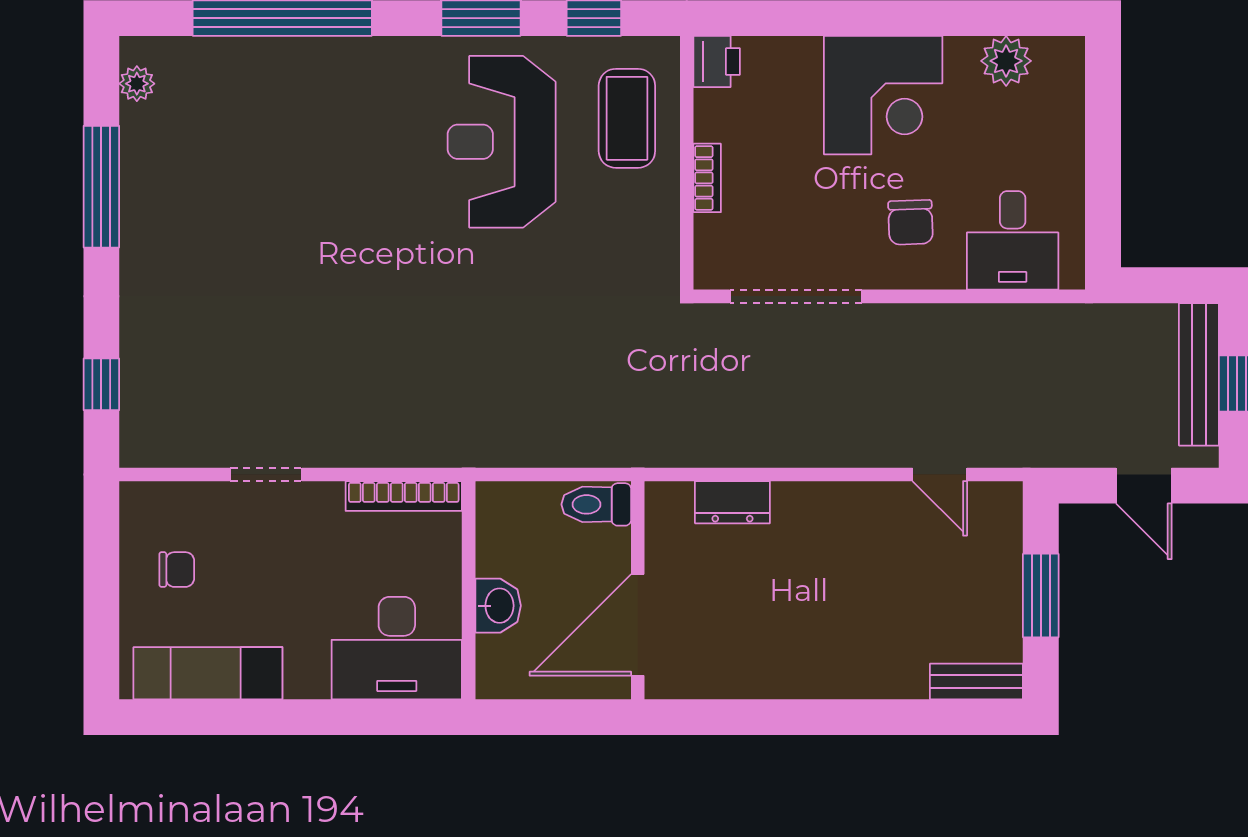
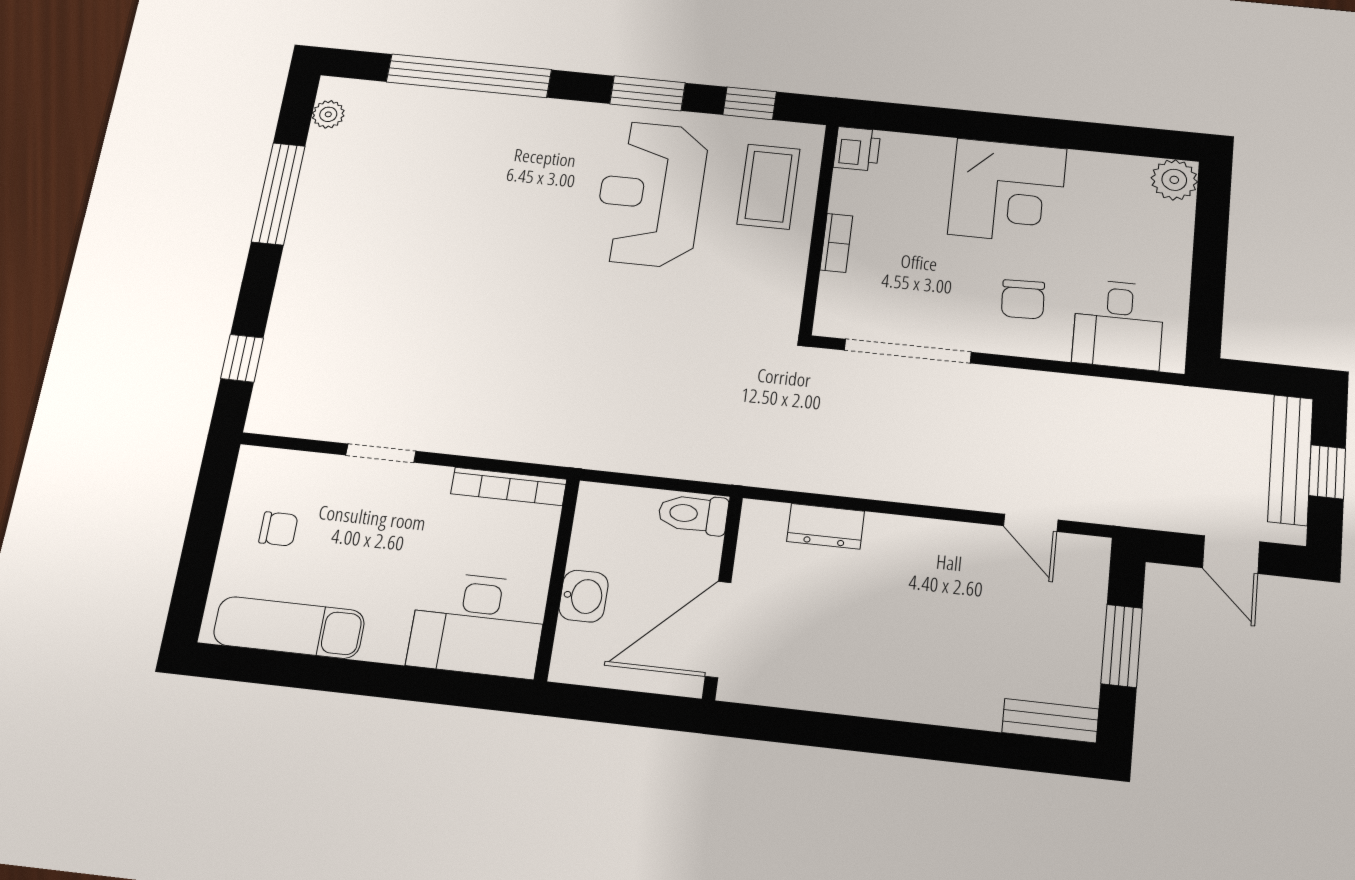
plant: (1006, 61) -> (1174, 180), moved

